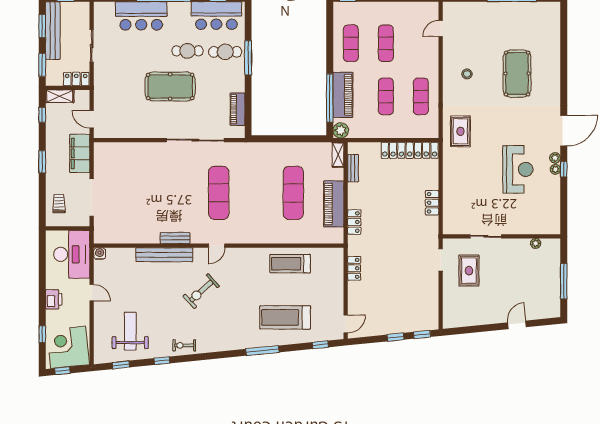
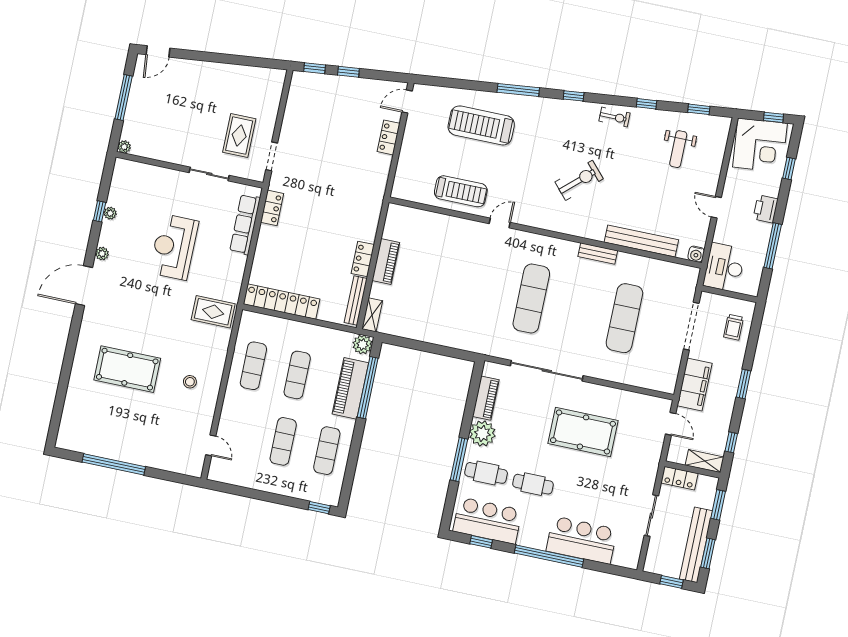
door: (441, 29) -> (211, 445), hinge flipped
pool table: (517, 74) -> (127, 369), turned 90
plant: (234, 82) -> (482, 433), added
pool table: (170, 87) -> (583, 432), moved
rug: (460, 131) -> (213, 312), turned 90
bench: (353, 168) -> (356, 300), width x1.36
reception desk: (518, 169) -> (174, 247), moved
plant: (555, 169) -> (110, 213), moved
window: (564, 169) -> (100, 211), moved
exercise mat: (293, 193) -> (624, 318), moved
locker: (432, 203) -> (272, 208), moved
row of seats: (450, 203) -> (245, 224), added
piano: (334, 204) -> (386, 261), width x0.73, depth x0.75
locker: (354, 222) -> (363, 259), moved
plant: (536, 243) -> (124, 147), moved
door: (217, 246) -> (500, 223), moved
desk: (72, 254) -> (724, 267), width x0.73, depth x0.77
bench: (164, 255) -> (641, 241), moved
locker: (354, 268) -> (389, 137), moved
window: (42, 272) -> (773, 246), added
treadmill: (285, 317) -> (481, 125), turned 180
door: (517, 325) -> (158, 51), moved
weight bench: (130, 331) -> (678, 149), width x0.73, depth x0.75
window: (320, 345) -> (574, 96), moved

